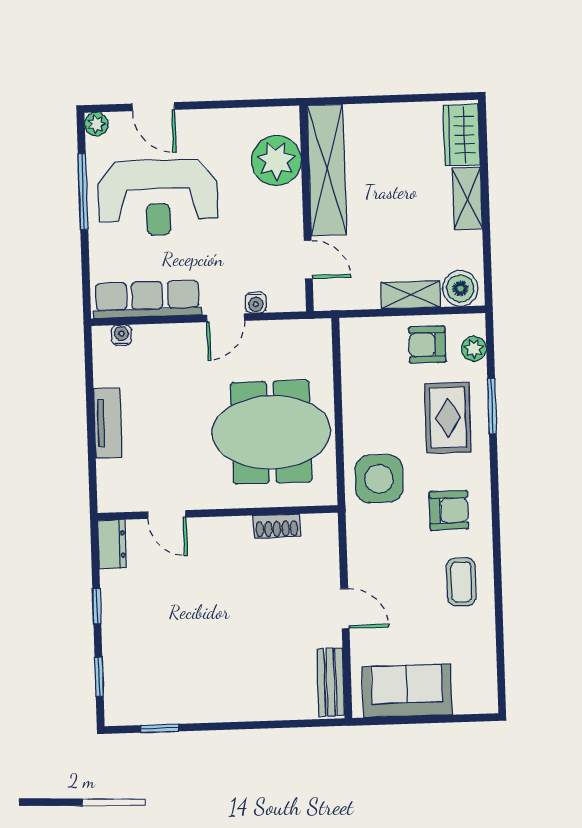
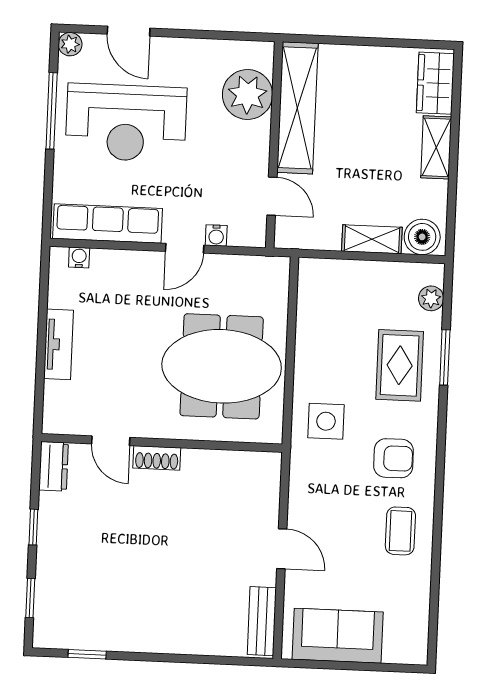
armchair: (427, 345) -> (385, 291), removed
side table: (379, 479) -> (326, 421), width x0.73, depth x0.73
shoe rack: (277, 526) -> (157, 458), moved

